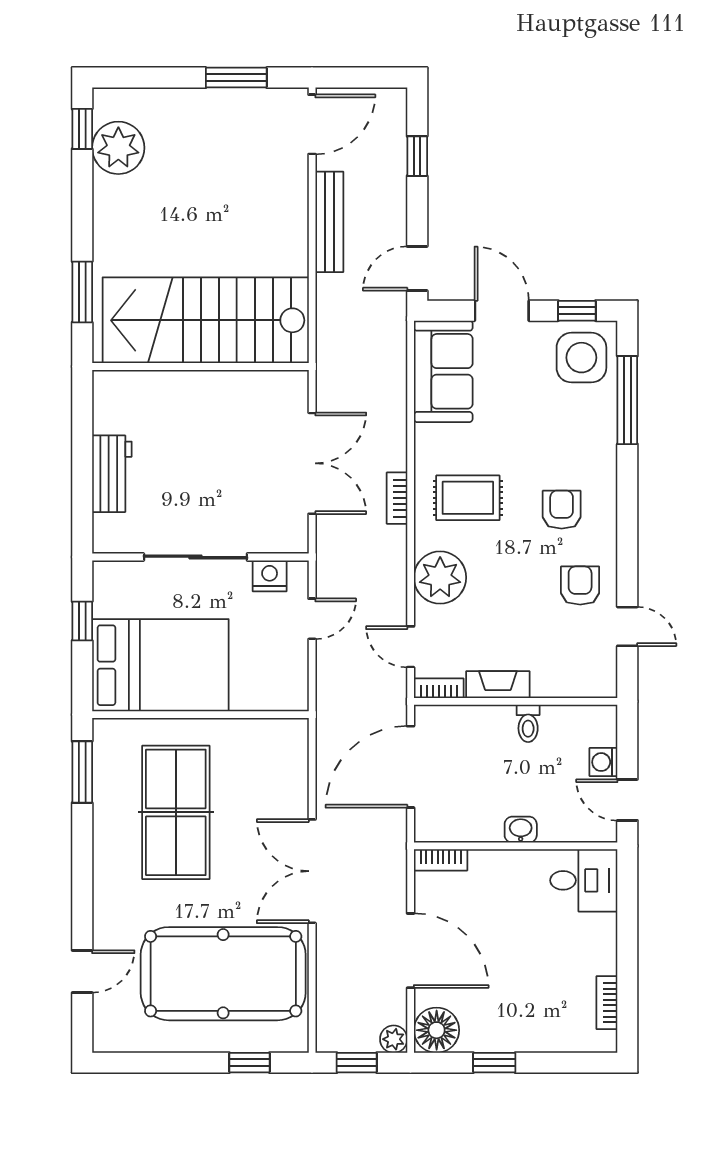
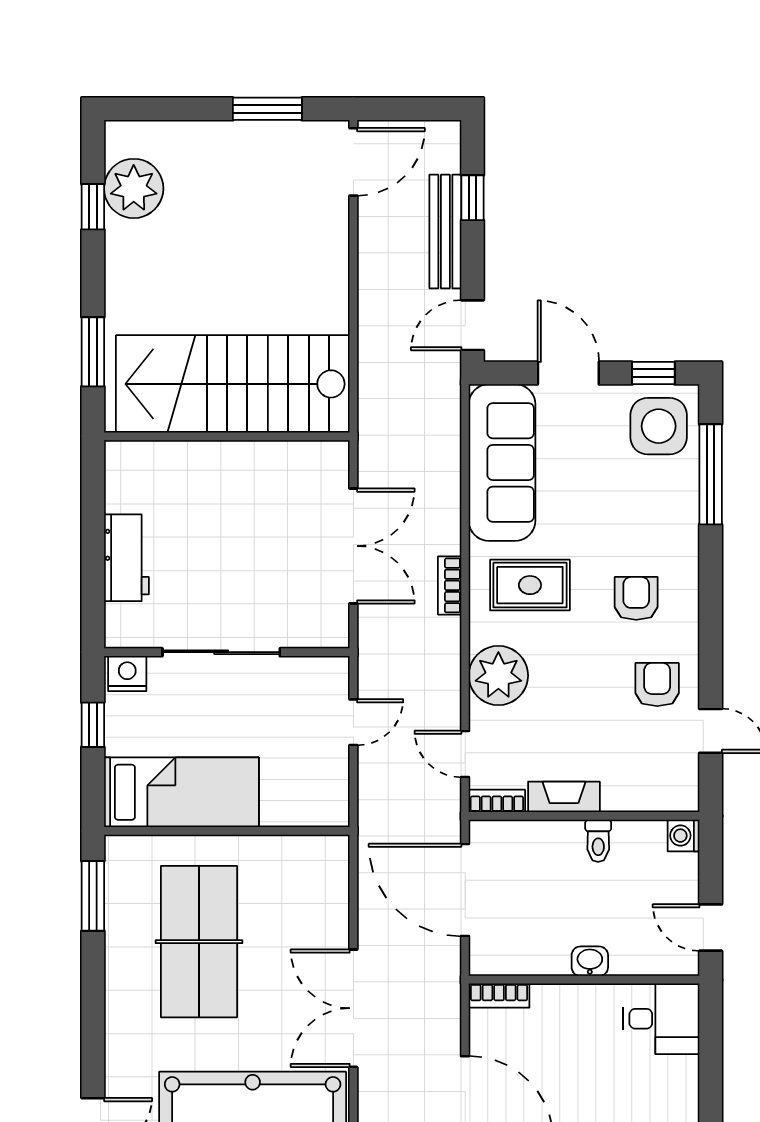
window: (82, 129) -> (93, 207), moved
bench: (329, 222) -> (445, 232), moved
sofa: (443, 371) -> (502, 462), width x1.36
nightstand: (270, 576) -> (127, 674), moved
bed: (160, 665) -> (181, 792), width x0.67
washing machine: (603, 762) -> (684, 836), moved
door: (411, 767) -> (465, 890), hinge flipped

